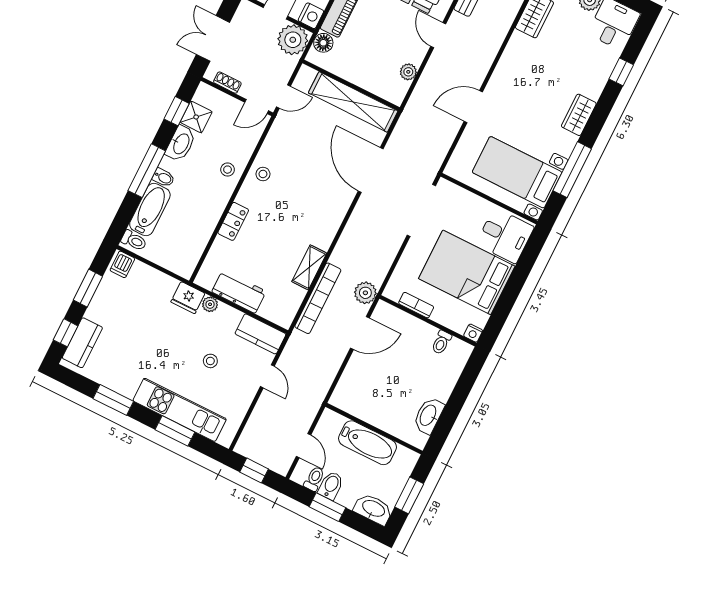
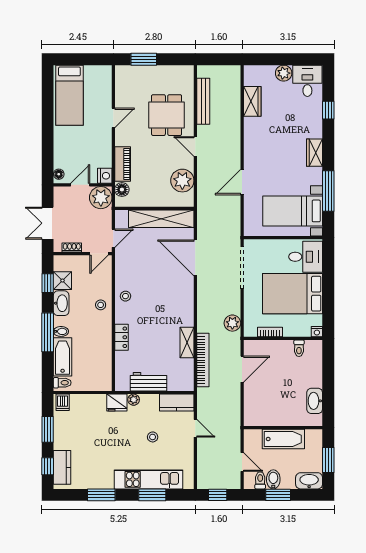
plant: (408, 72) -> (182, 181), width x1.88, depth x1.88
plant: (365, 293) -> (232, 323), moved

